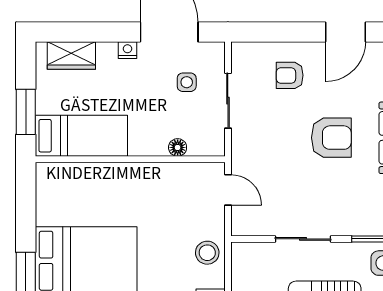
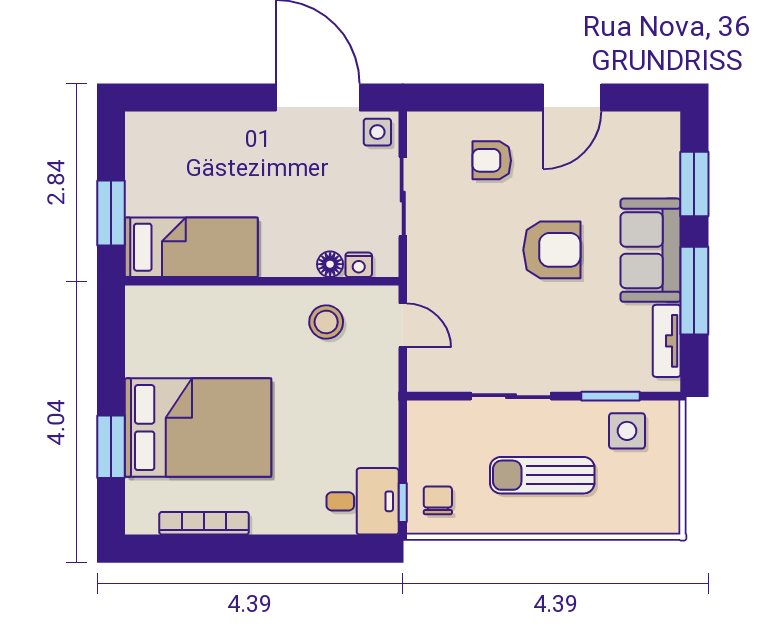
nightstand: (127, 50) -> (359, 265), moved, turned 180
wardrobe: (71, 55) -> (177, 131), removed
side table: (187, 82) -> (377, 132), moved
stool: (207, 253) -> (326, 322), moved

